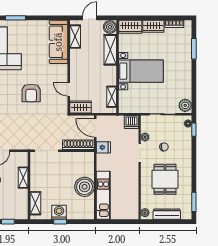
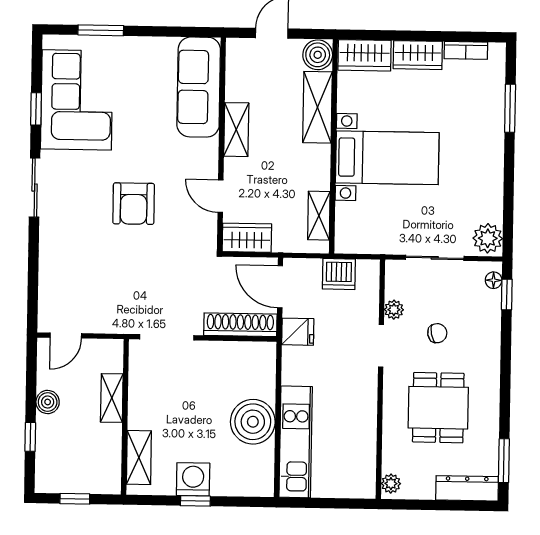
shelving: (75, 37) -> (236, 130), moved
dishwasher: (131, 122) -> (339, 274), moved
dresser: (167, 214) -> (467, 488), moved

